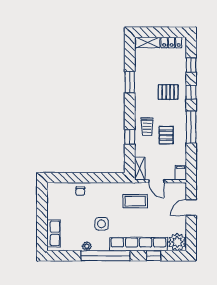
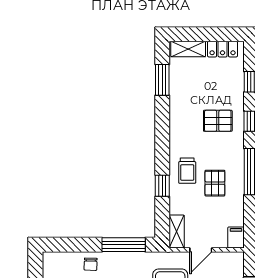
window: (130, 82) -> (162, 80), moved
window: (103, 178) -> (124, 245), added
door: (156, 181) -> (201, 250), hinge flipped

